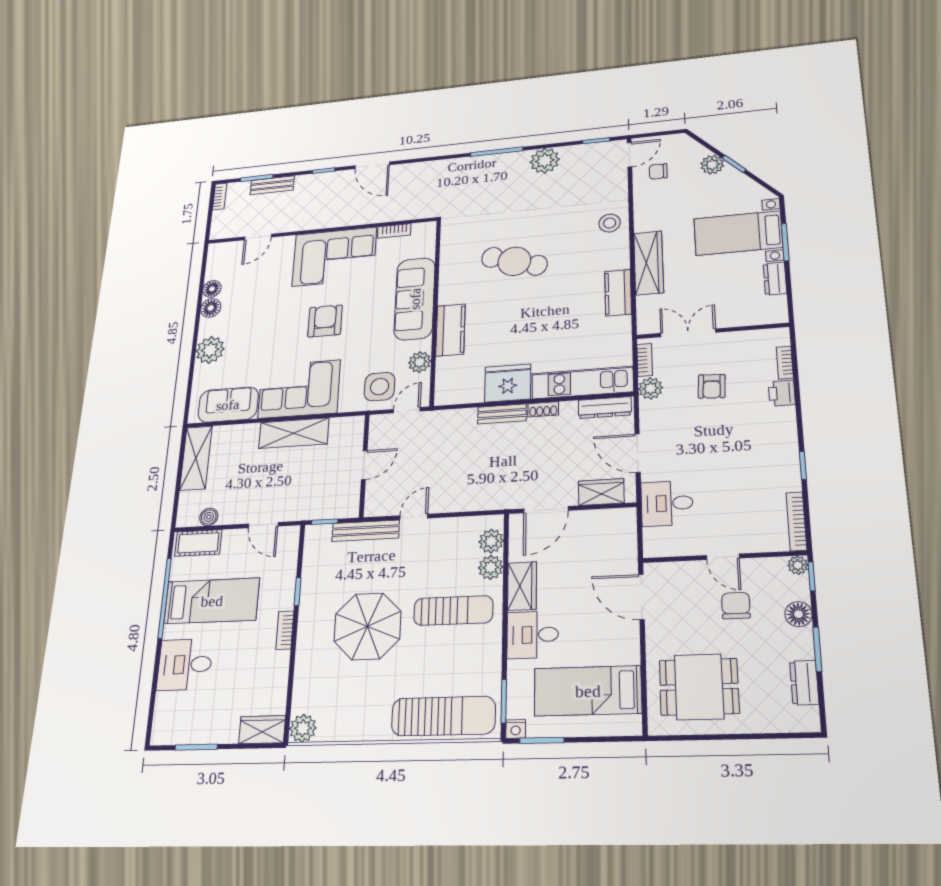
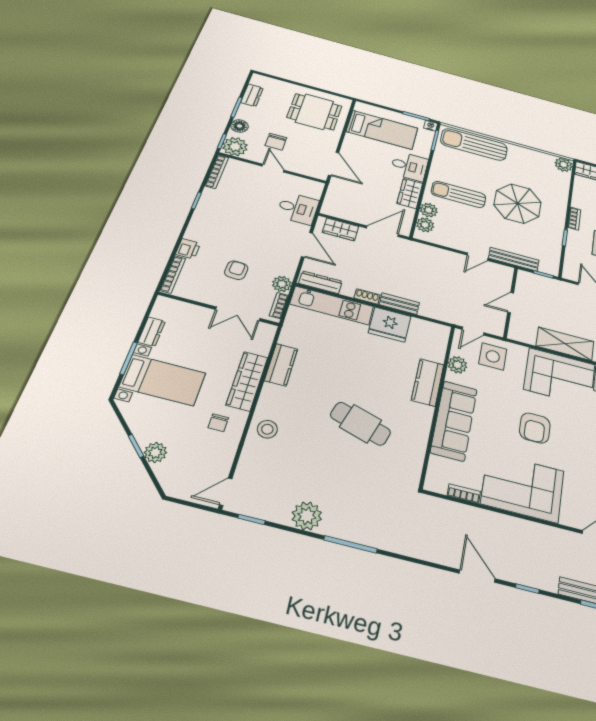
chair: (658, 171) -> (218, 423), moved, turned 90
bookcase: (785, 363) -> (173, 274), width x1.56
plant: (798, 565) -> (235, 147), width x1.88, depth x1.88

